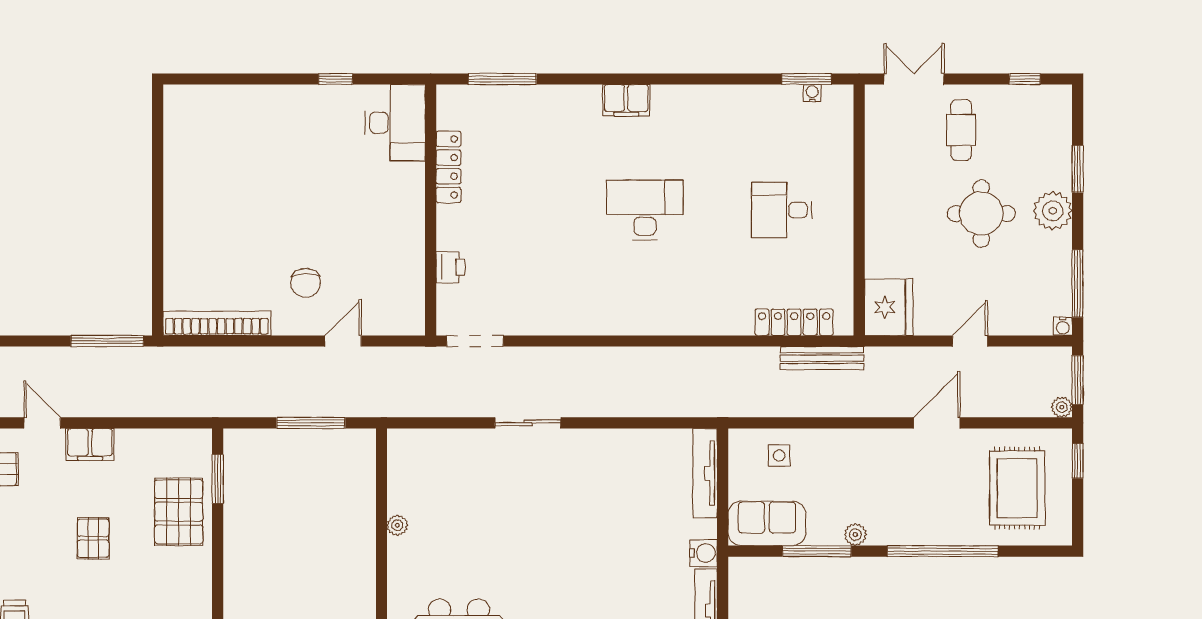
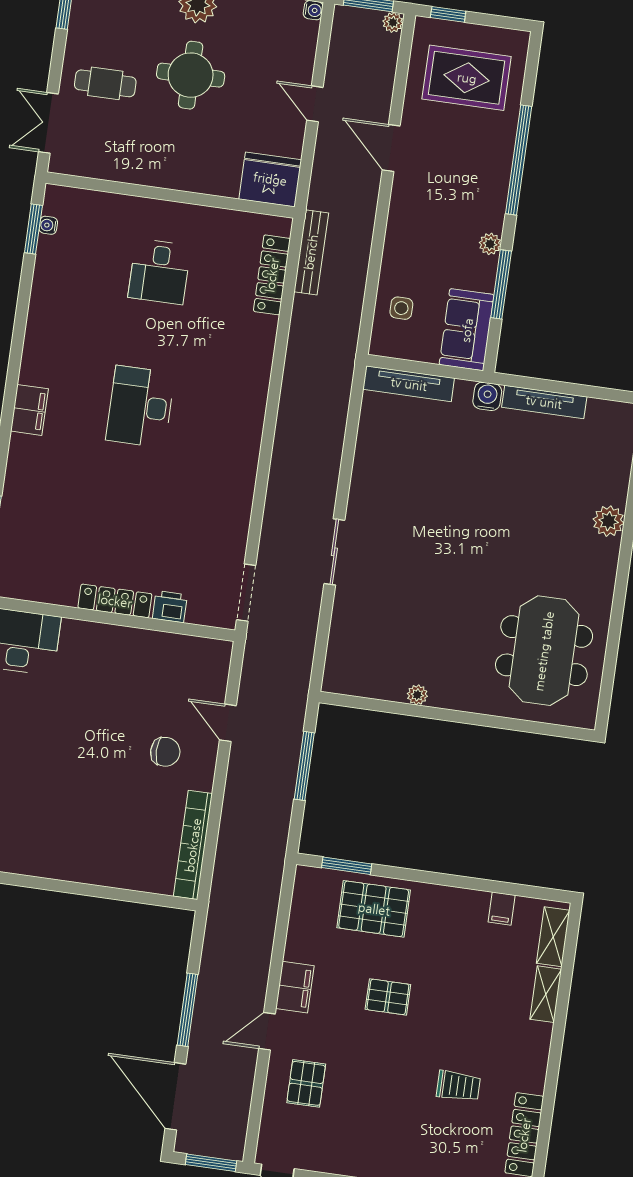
locker: (448, 167) -> (115, 601), moved
window: (107, 341) -> (188, 1010), moved

